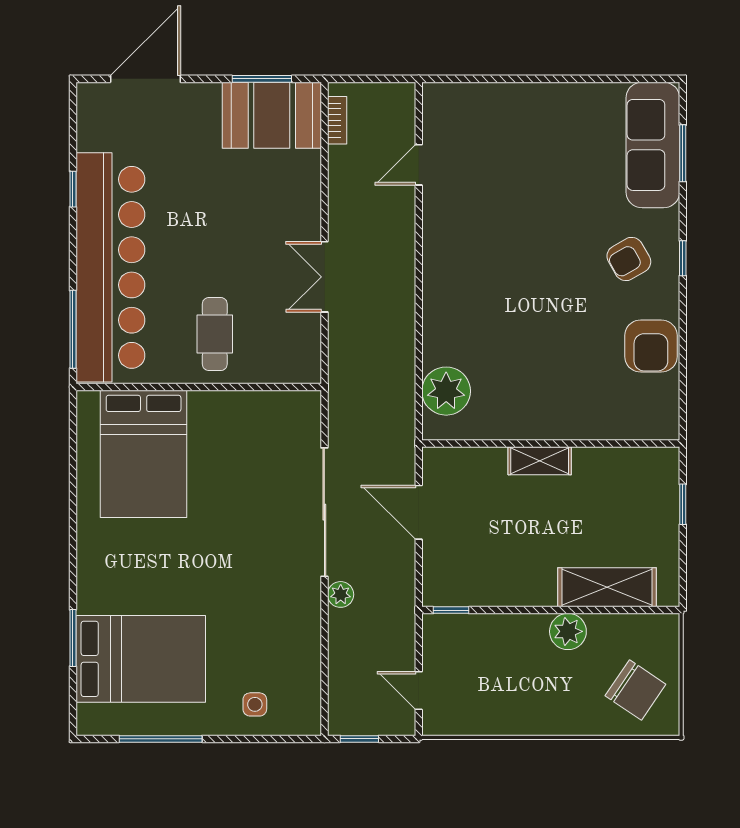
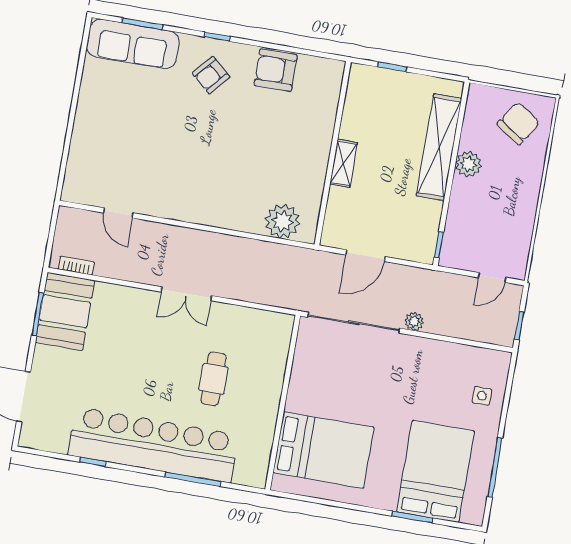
armchair: (629, 259) -> (211, 75), turned 71
cafe table: (215, 334) -> (214, 379), turned 90
armchair: (651, 346) -> (276, 70), turned 180
wall: (199, 387) -> (283, 403), moved
bed: (144, 454) -> (324, 450), moved
shelving: (607, 587) -> (439, 147), width x1.47

